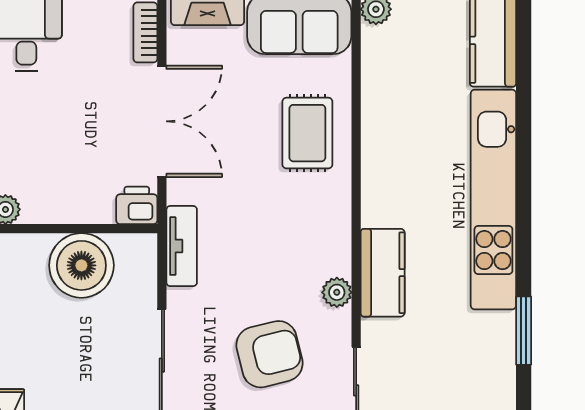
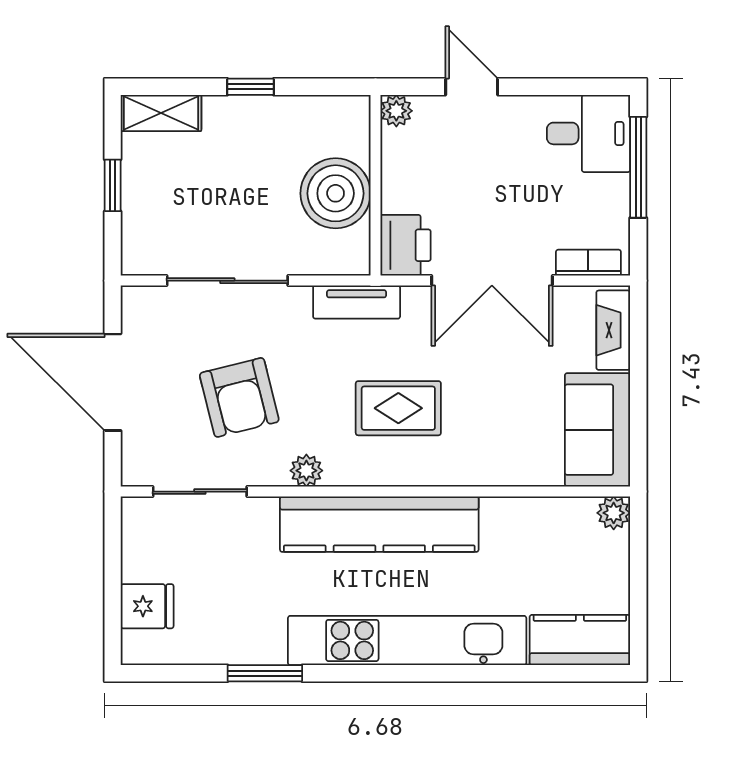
rug: (307, 133) -> (398, 408), moved
printer: (137, 205) -> (406, 245), width x1.36, depth x1.24
kitchen counter: (383, 273) -> (379, 524), width x2.08, depth x1.17

